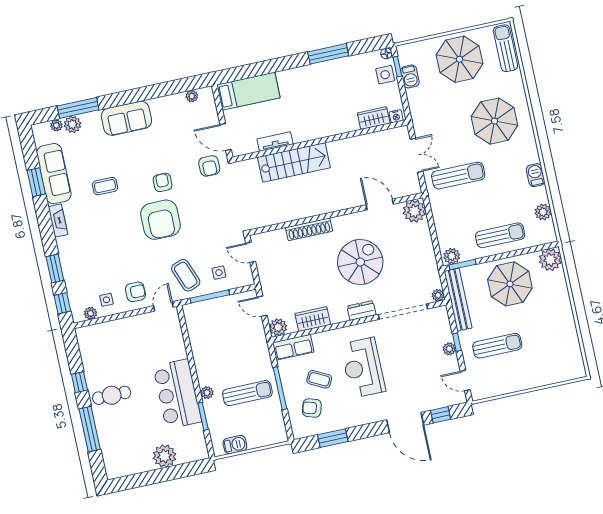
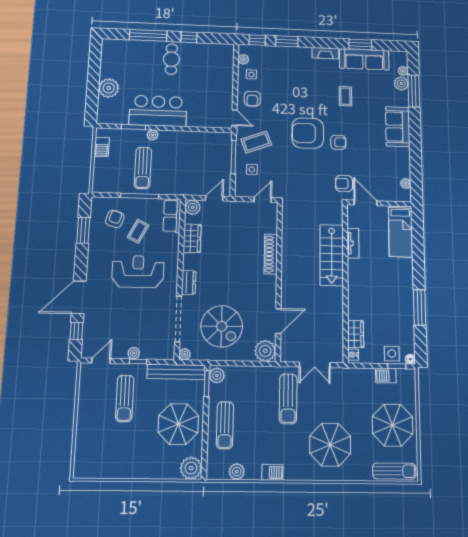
door: (226, 137) -> (366, 203), hinge flipped
spiral stairs: (360, 262) -> (222, 326), moved

